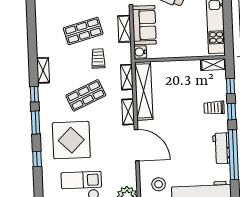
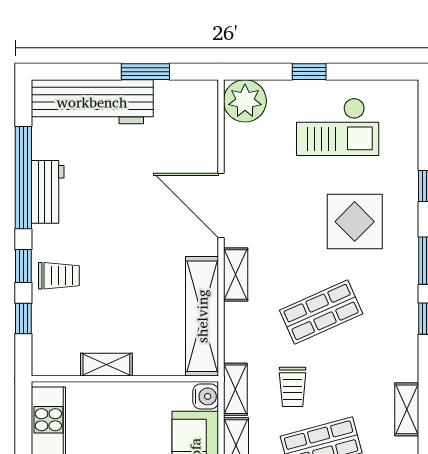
shelving: (213, 64) -> (106, 365), moved
shelving: (43, 70) -> (407, 409), moved
shelving: (127, 77) -> (235, 389), moved
display table: (71, 140) -> (355, 222), width x0.73, depth x0.73
stool: (159, 184) -> (179, 123), removed

